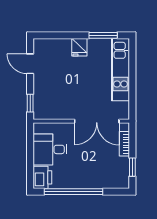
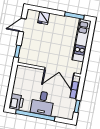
fridge: (79, 47) -> (44, 18), moved
door: (30, 64) -> (22, 25), hinge flipped
desk: (50, 149) -> (43, 103), moved, turned -90

